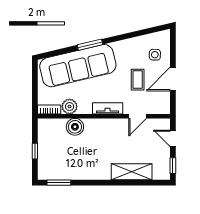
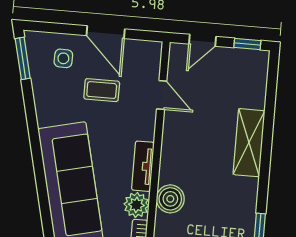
window: (90, 45) -> (23, 58), moved
tv unit: (108, 108) -> (143, 166), moved
shelving: (132, 172) -> (249, 143), moved

